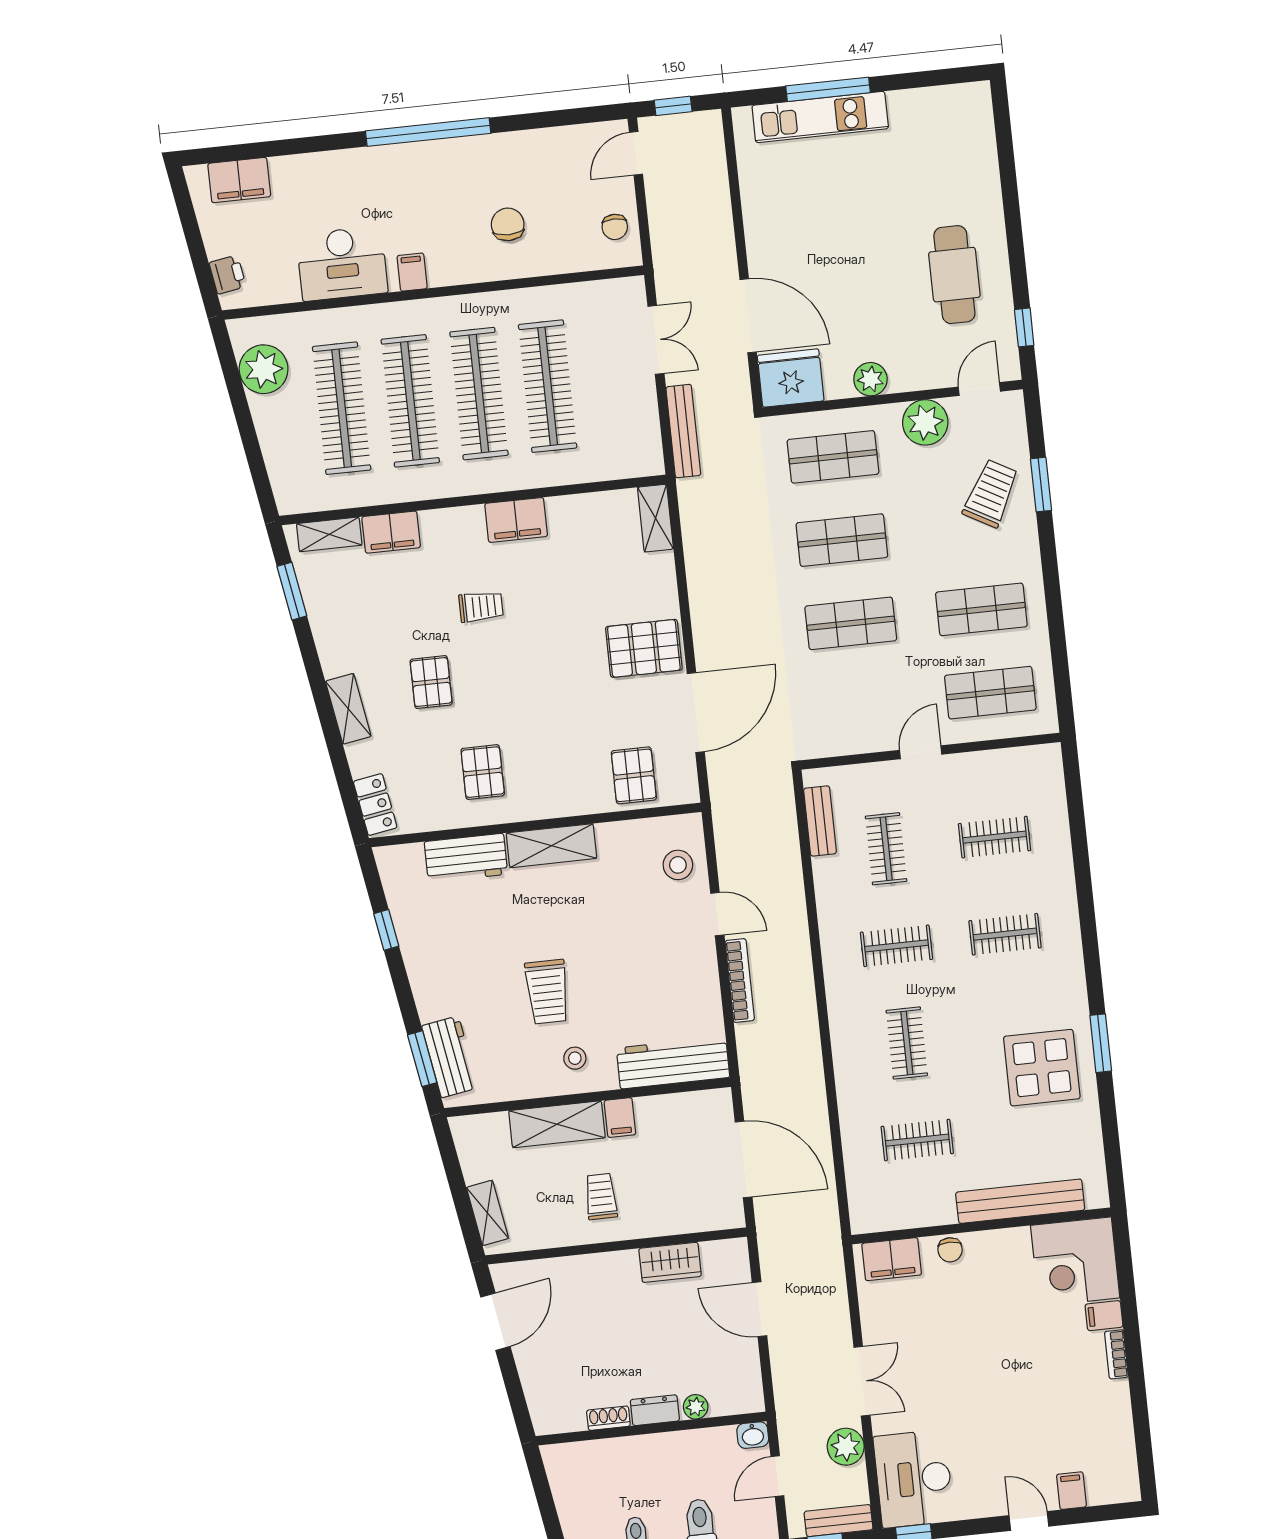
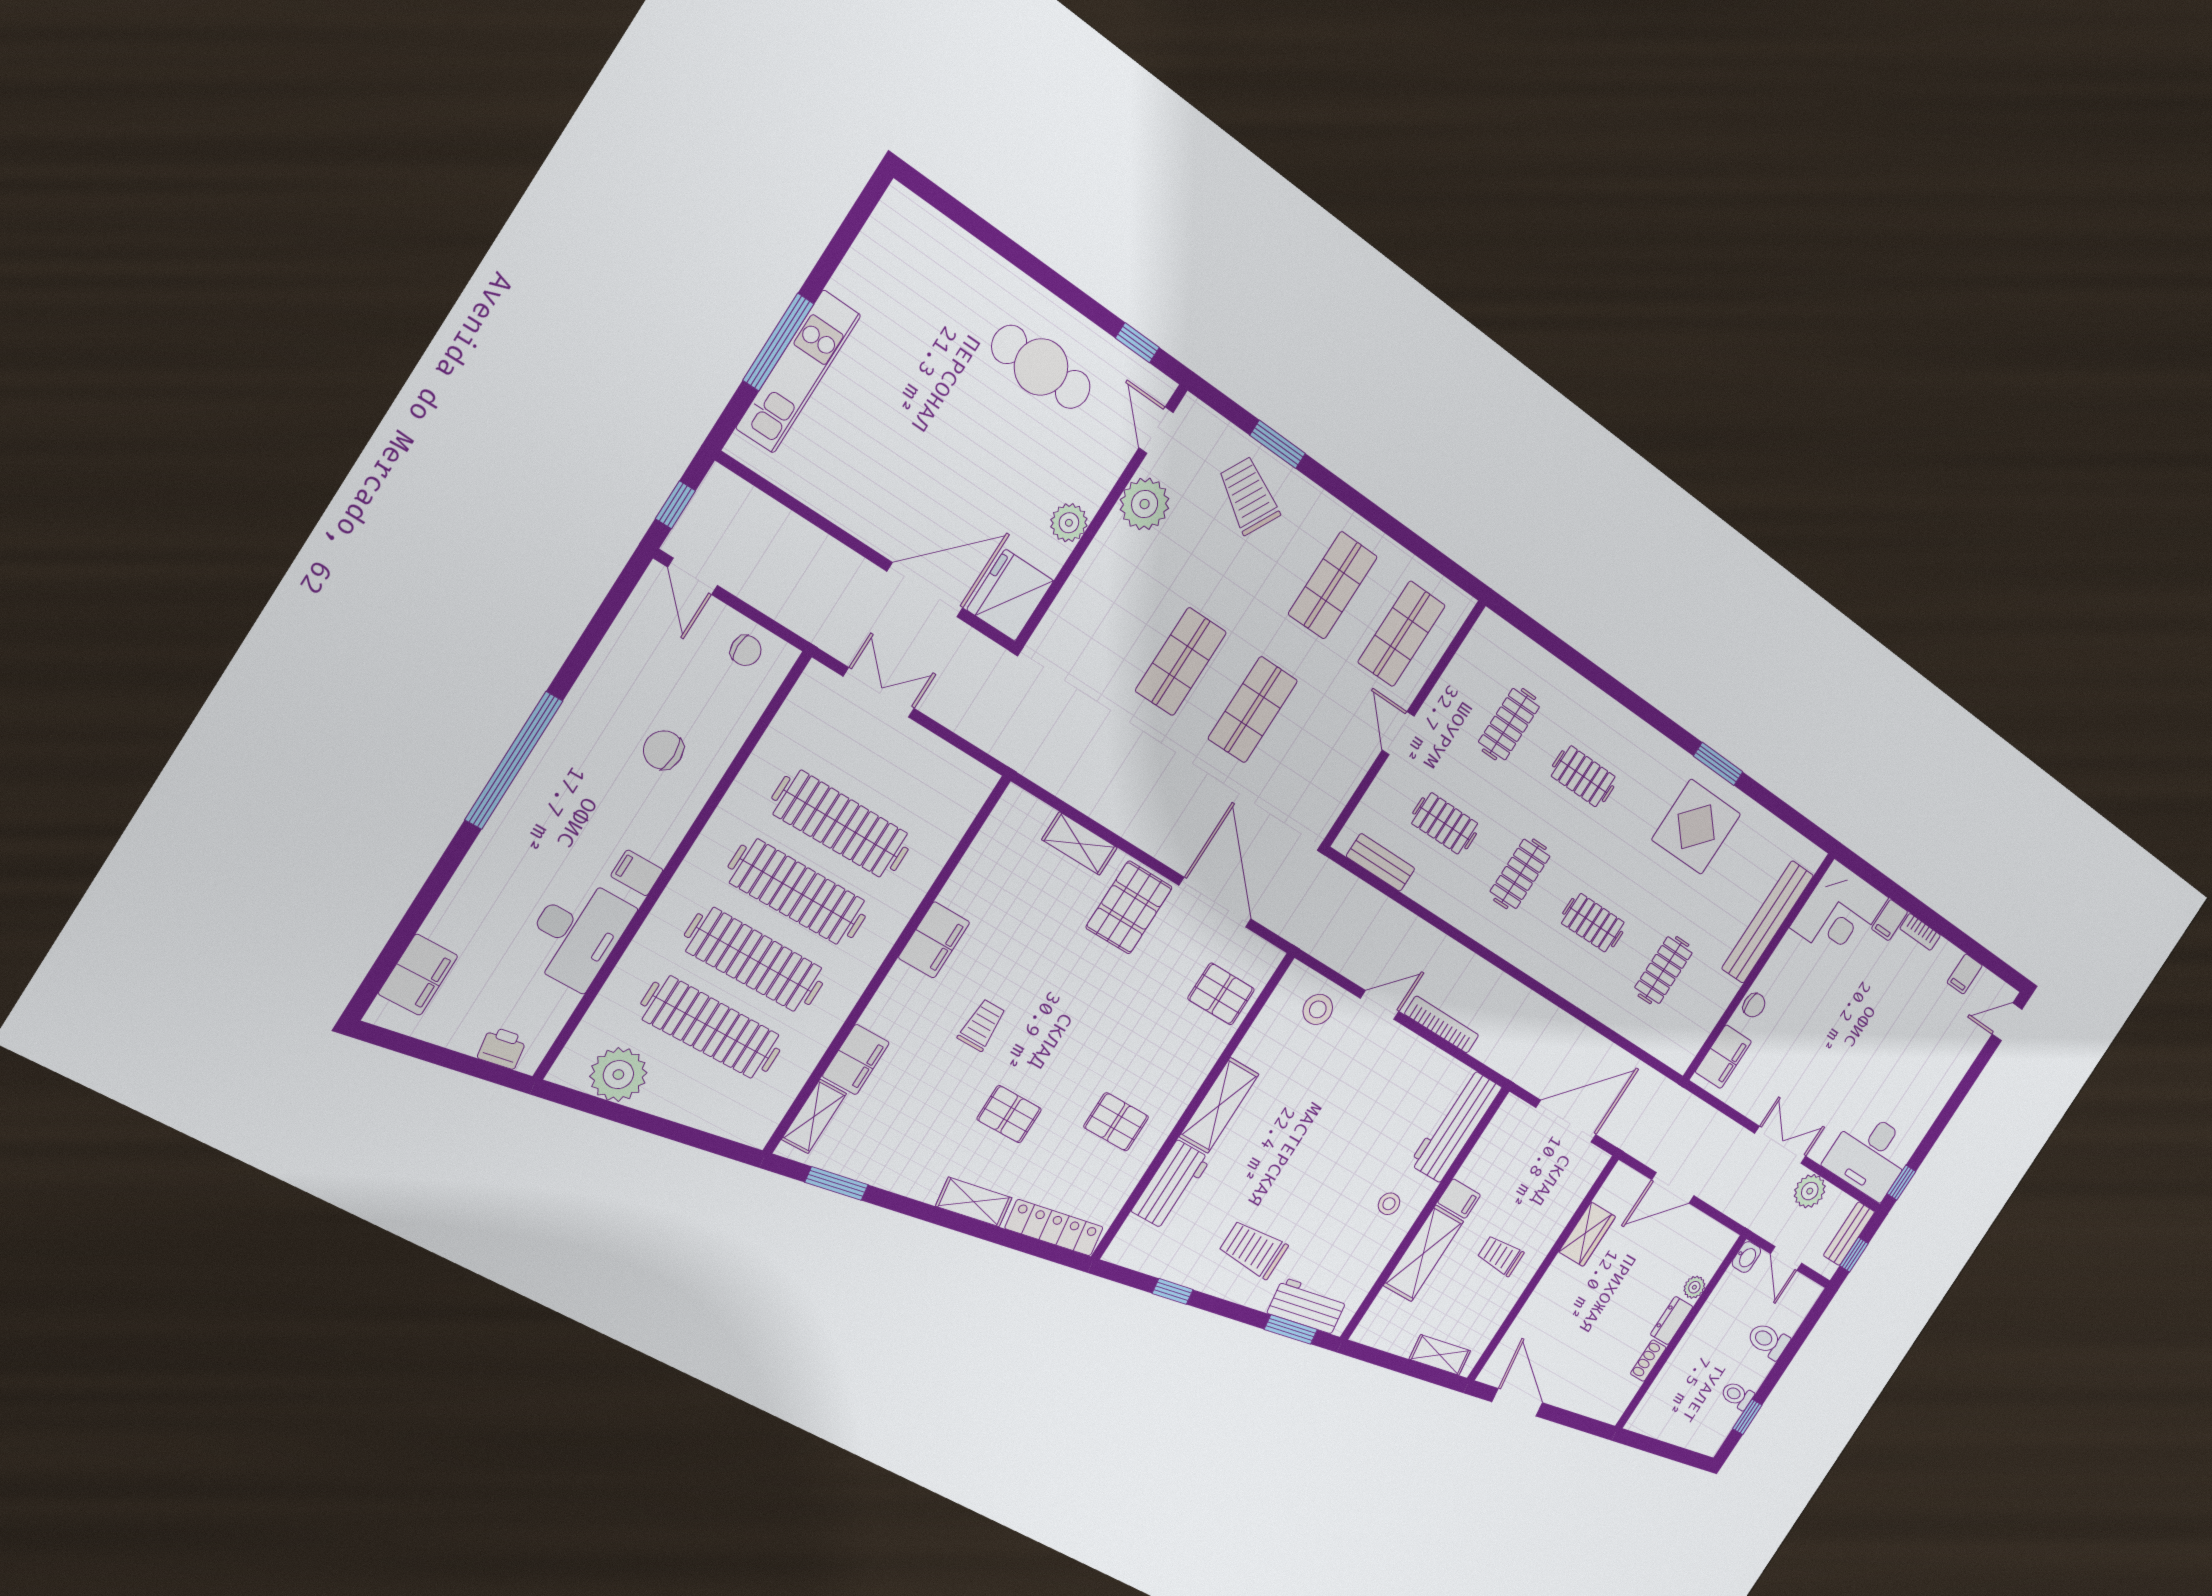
bench: (683, 431) -> (978, 730), removed
shop shelf: (833, 457) -> (1107, 612), removed
shelving: (655, 518) -> (1080, 844), moved
locker: (375, 805) -> (1054, 1228), width x1.53
clothes rail: (1005, 934) -> (1583, 776), turned 90
trolley: (547, 992) -> (1253, 1249), moved, turned 180
filing cabinet: (1071, 1491) -> (1965, 974), moved, turned -90
door: (1029, 1521) -> (2007, 1022), moved

